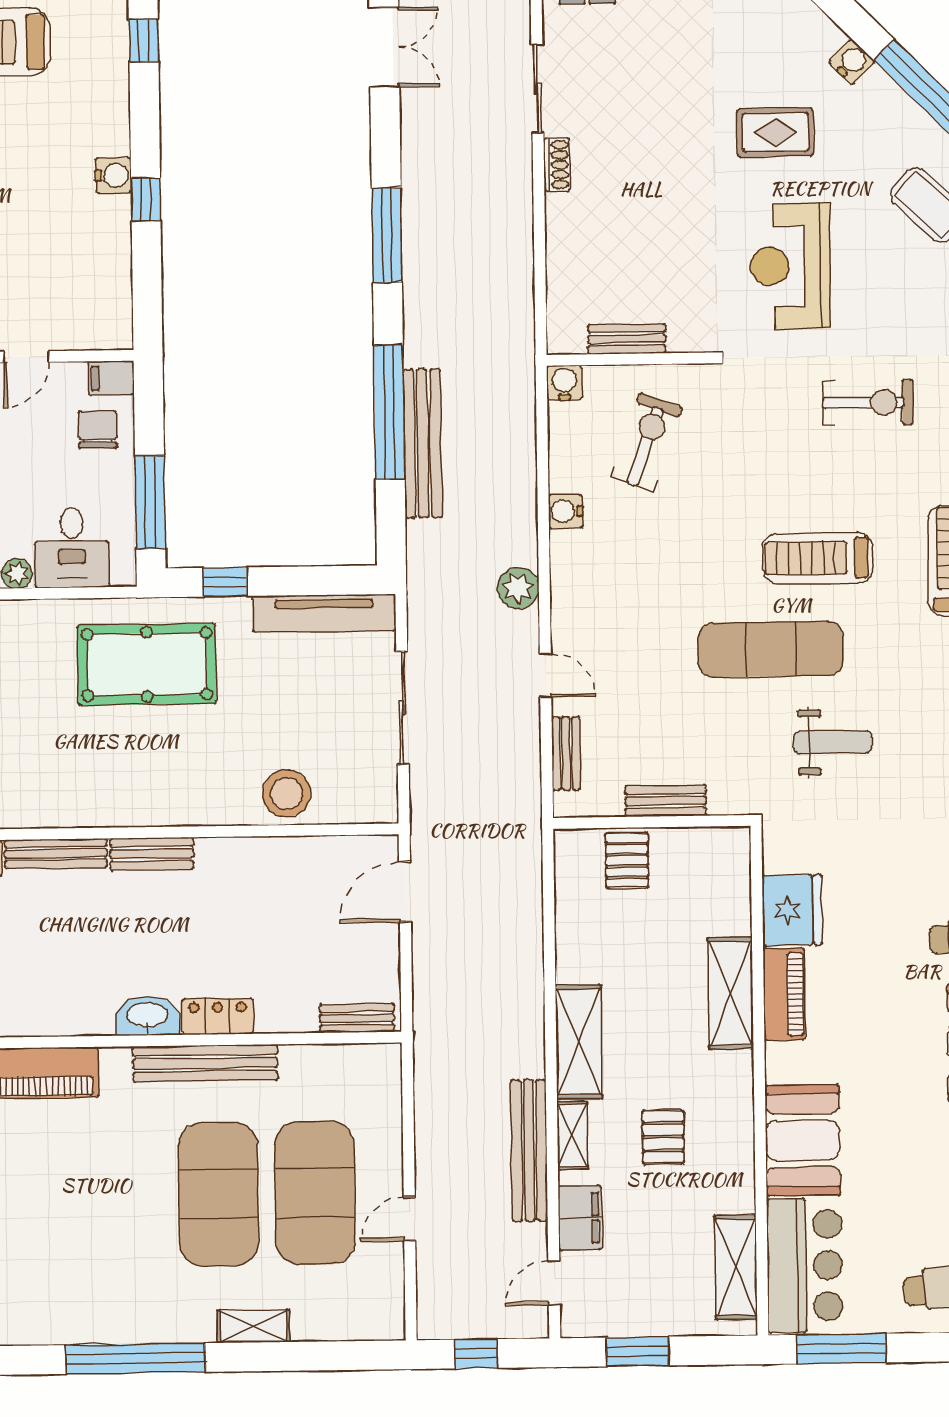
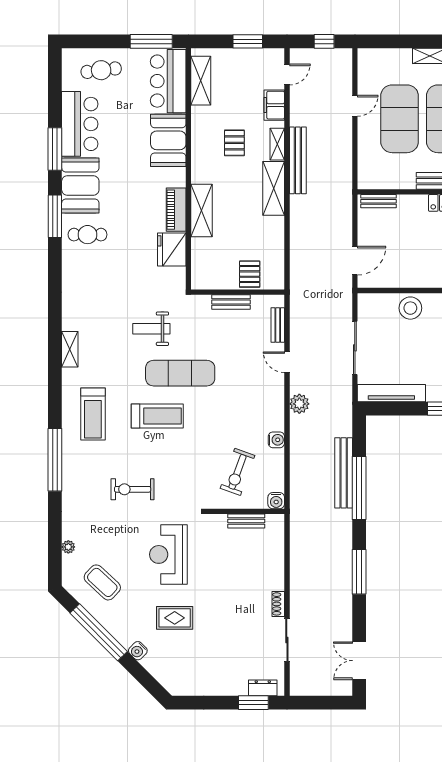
reception desk: (790, 266) -> (168, 554), turned 180
bench: (529, 1151) -> (298, 160), moved

